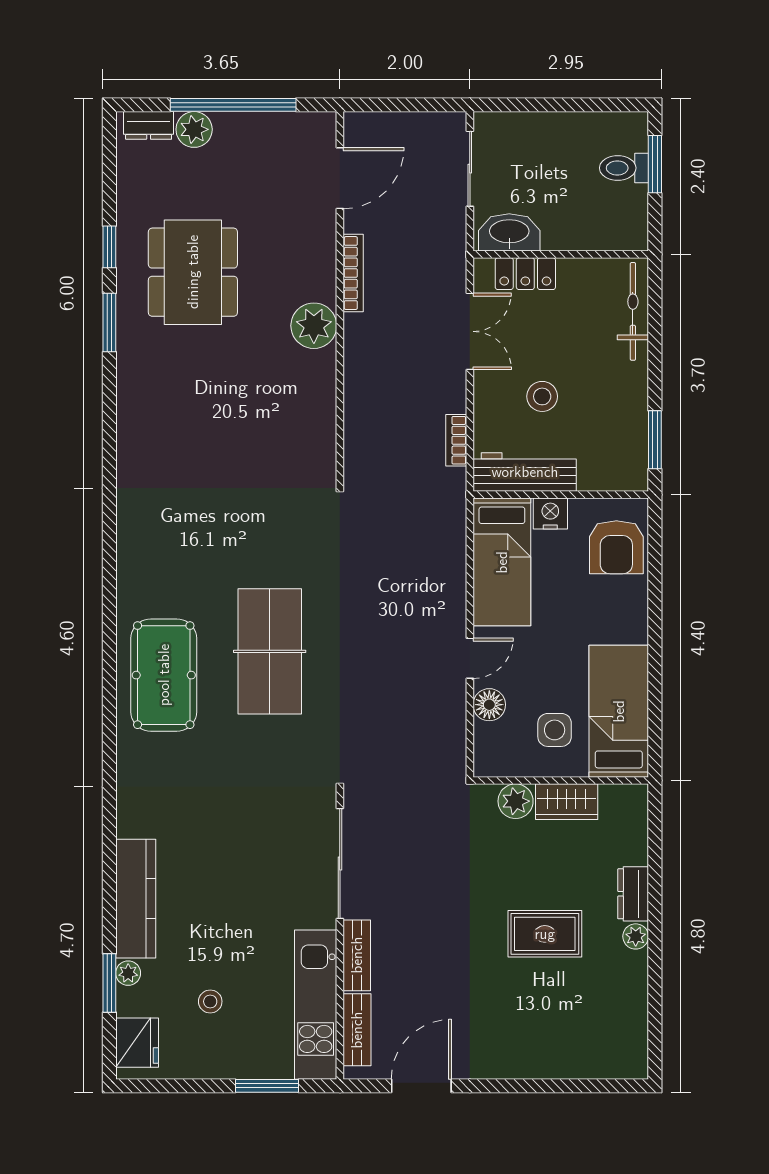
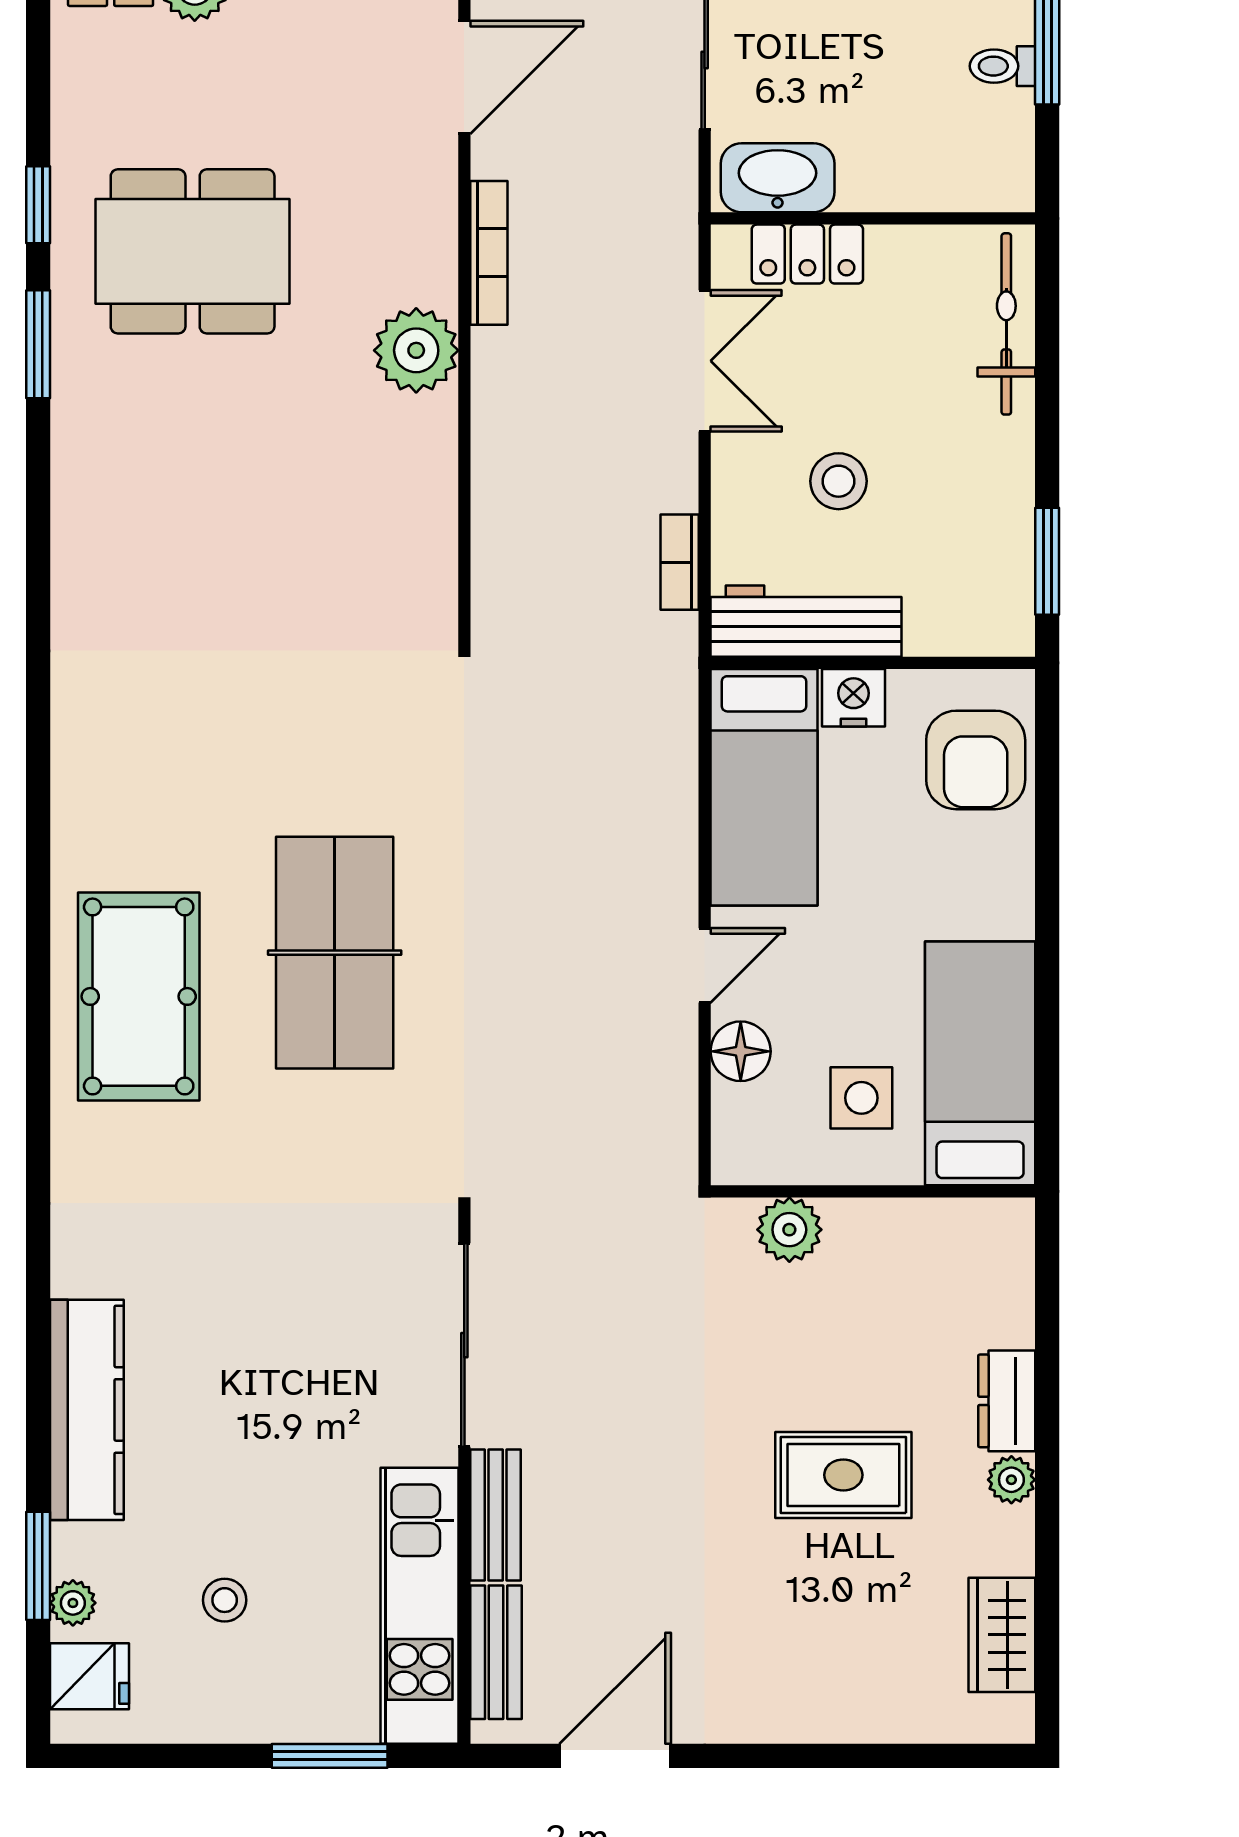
toilet: (624, 168) -> (1002, 66), width x0.73, depth x0.72
dining table: (193, 272) -> (193, 251), turned 90
wardrobe: (567, 802) -> (1002, 1635), moved, turned 90
plant: (128, 973) -> (73, 1603), moved
fridge: (137, 1043) -> (89, 1676), width x0.72

